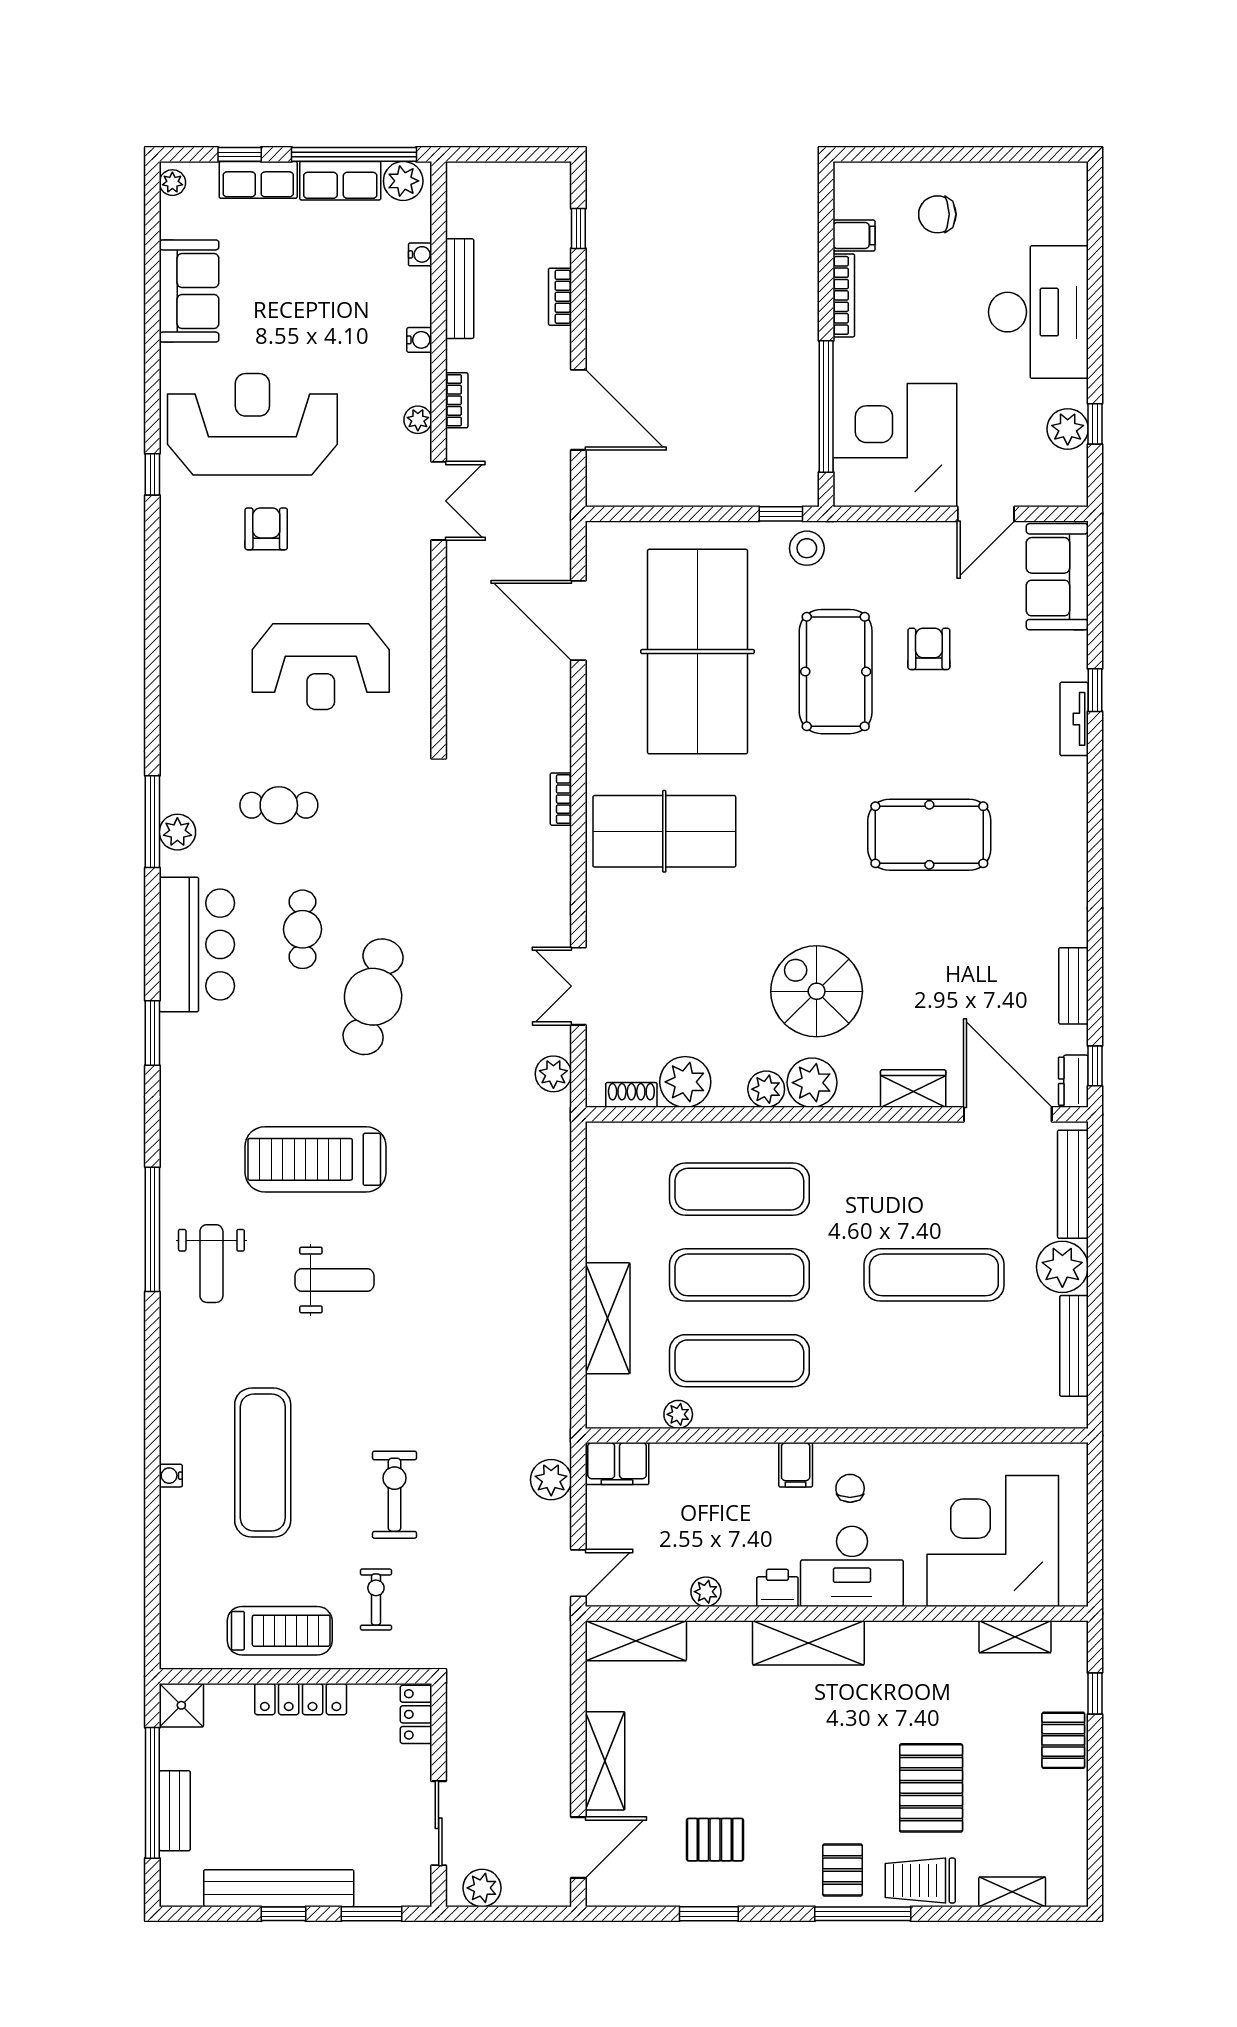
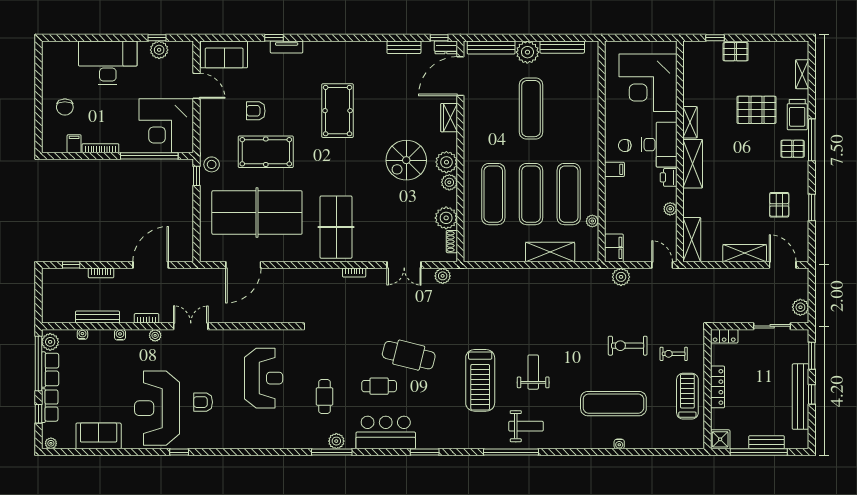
bookcase: (561, 799) -> (354, 273), moved
shelving: (1015, 1637) -> (690, 122), moved

